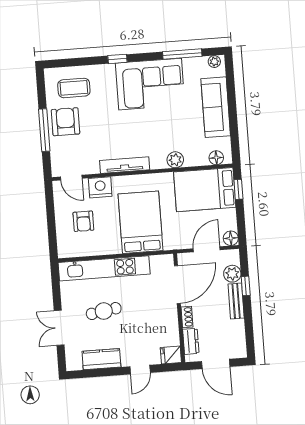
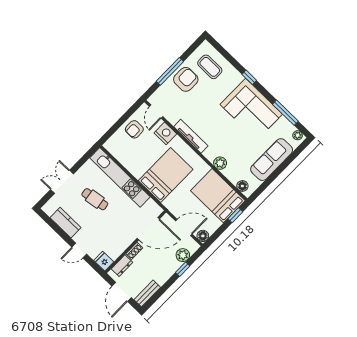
armchair: (83, 221) -> (134, 129), moved
bench: (236, 301) -> (147, 293), moved

